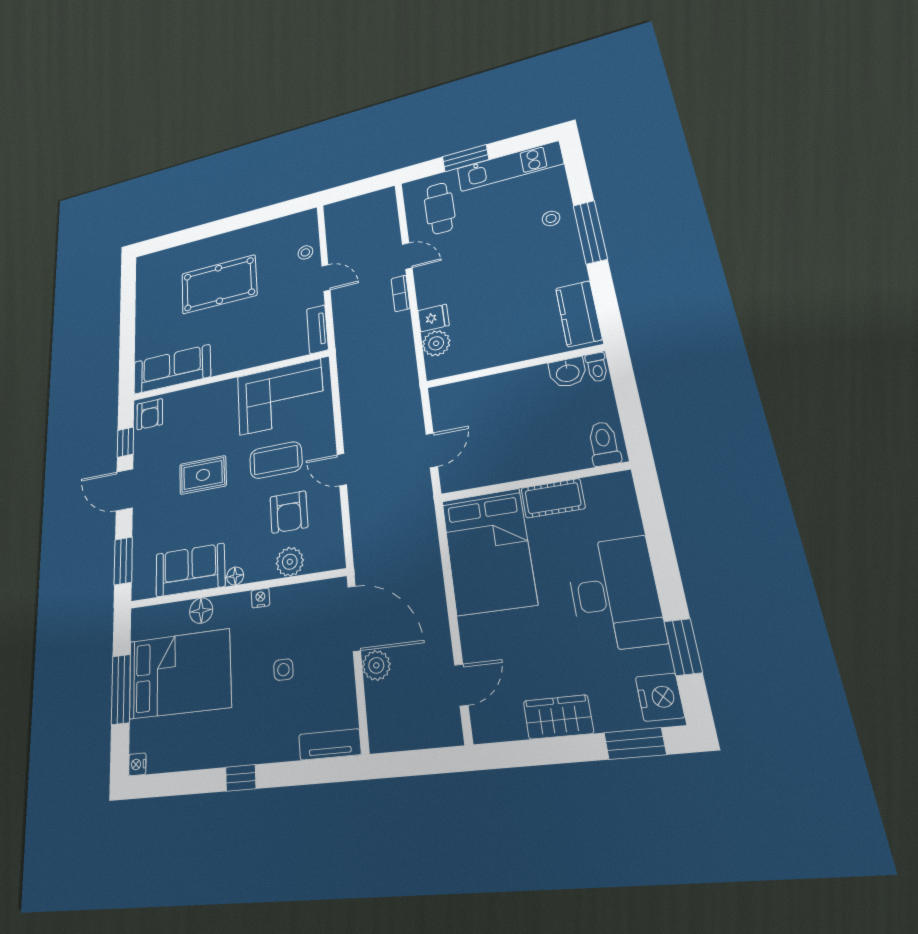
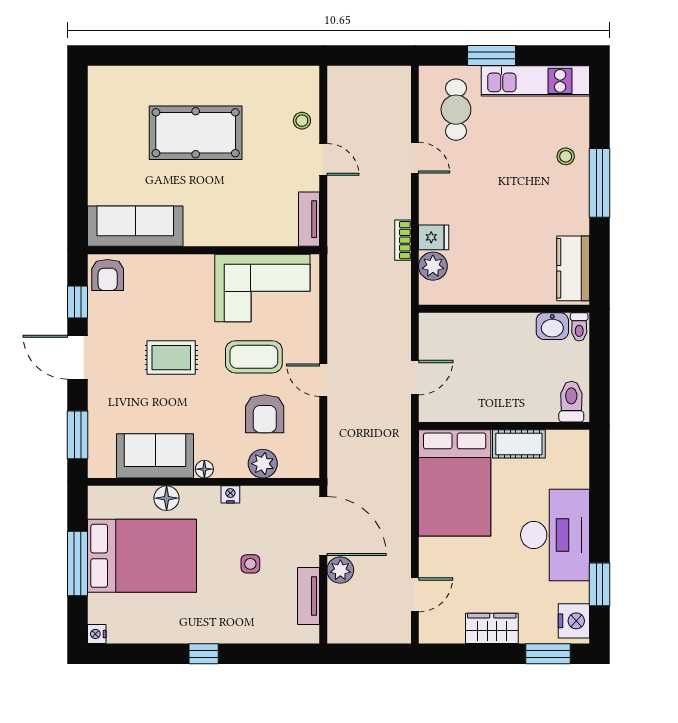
bookcase: (401, 293) -> (403, 240), moved
tv unit: (330, 744) -> (308, 596), moved, turned -90

